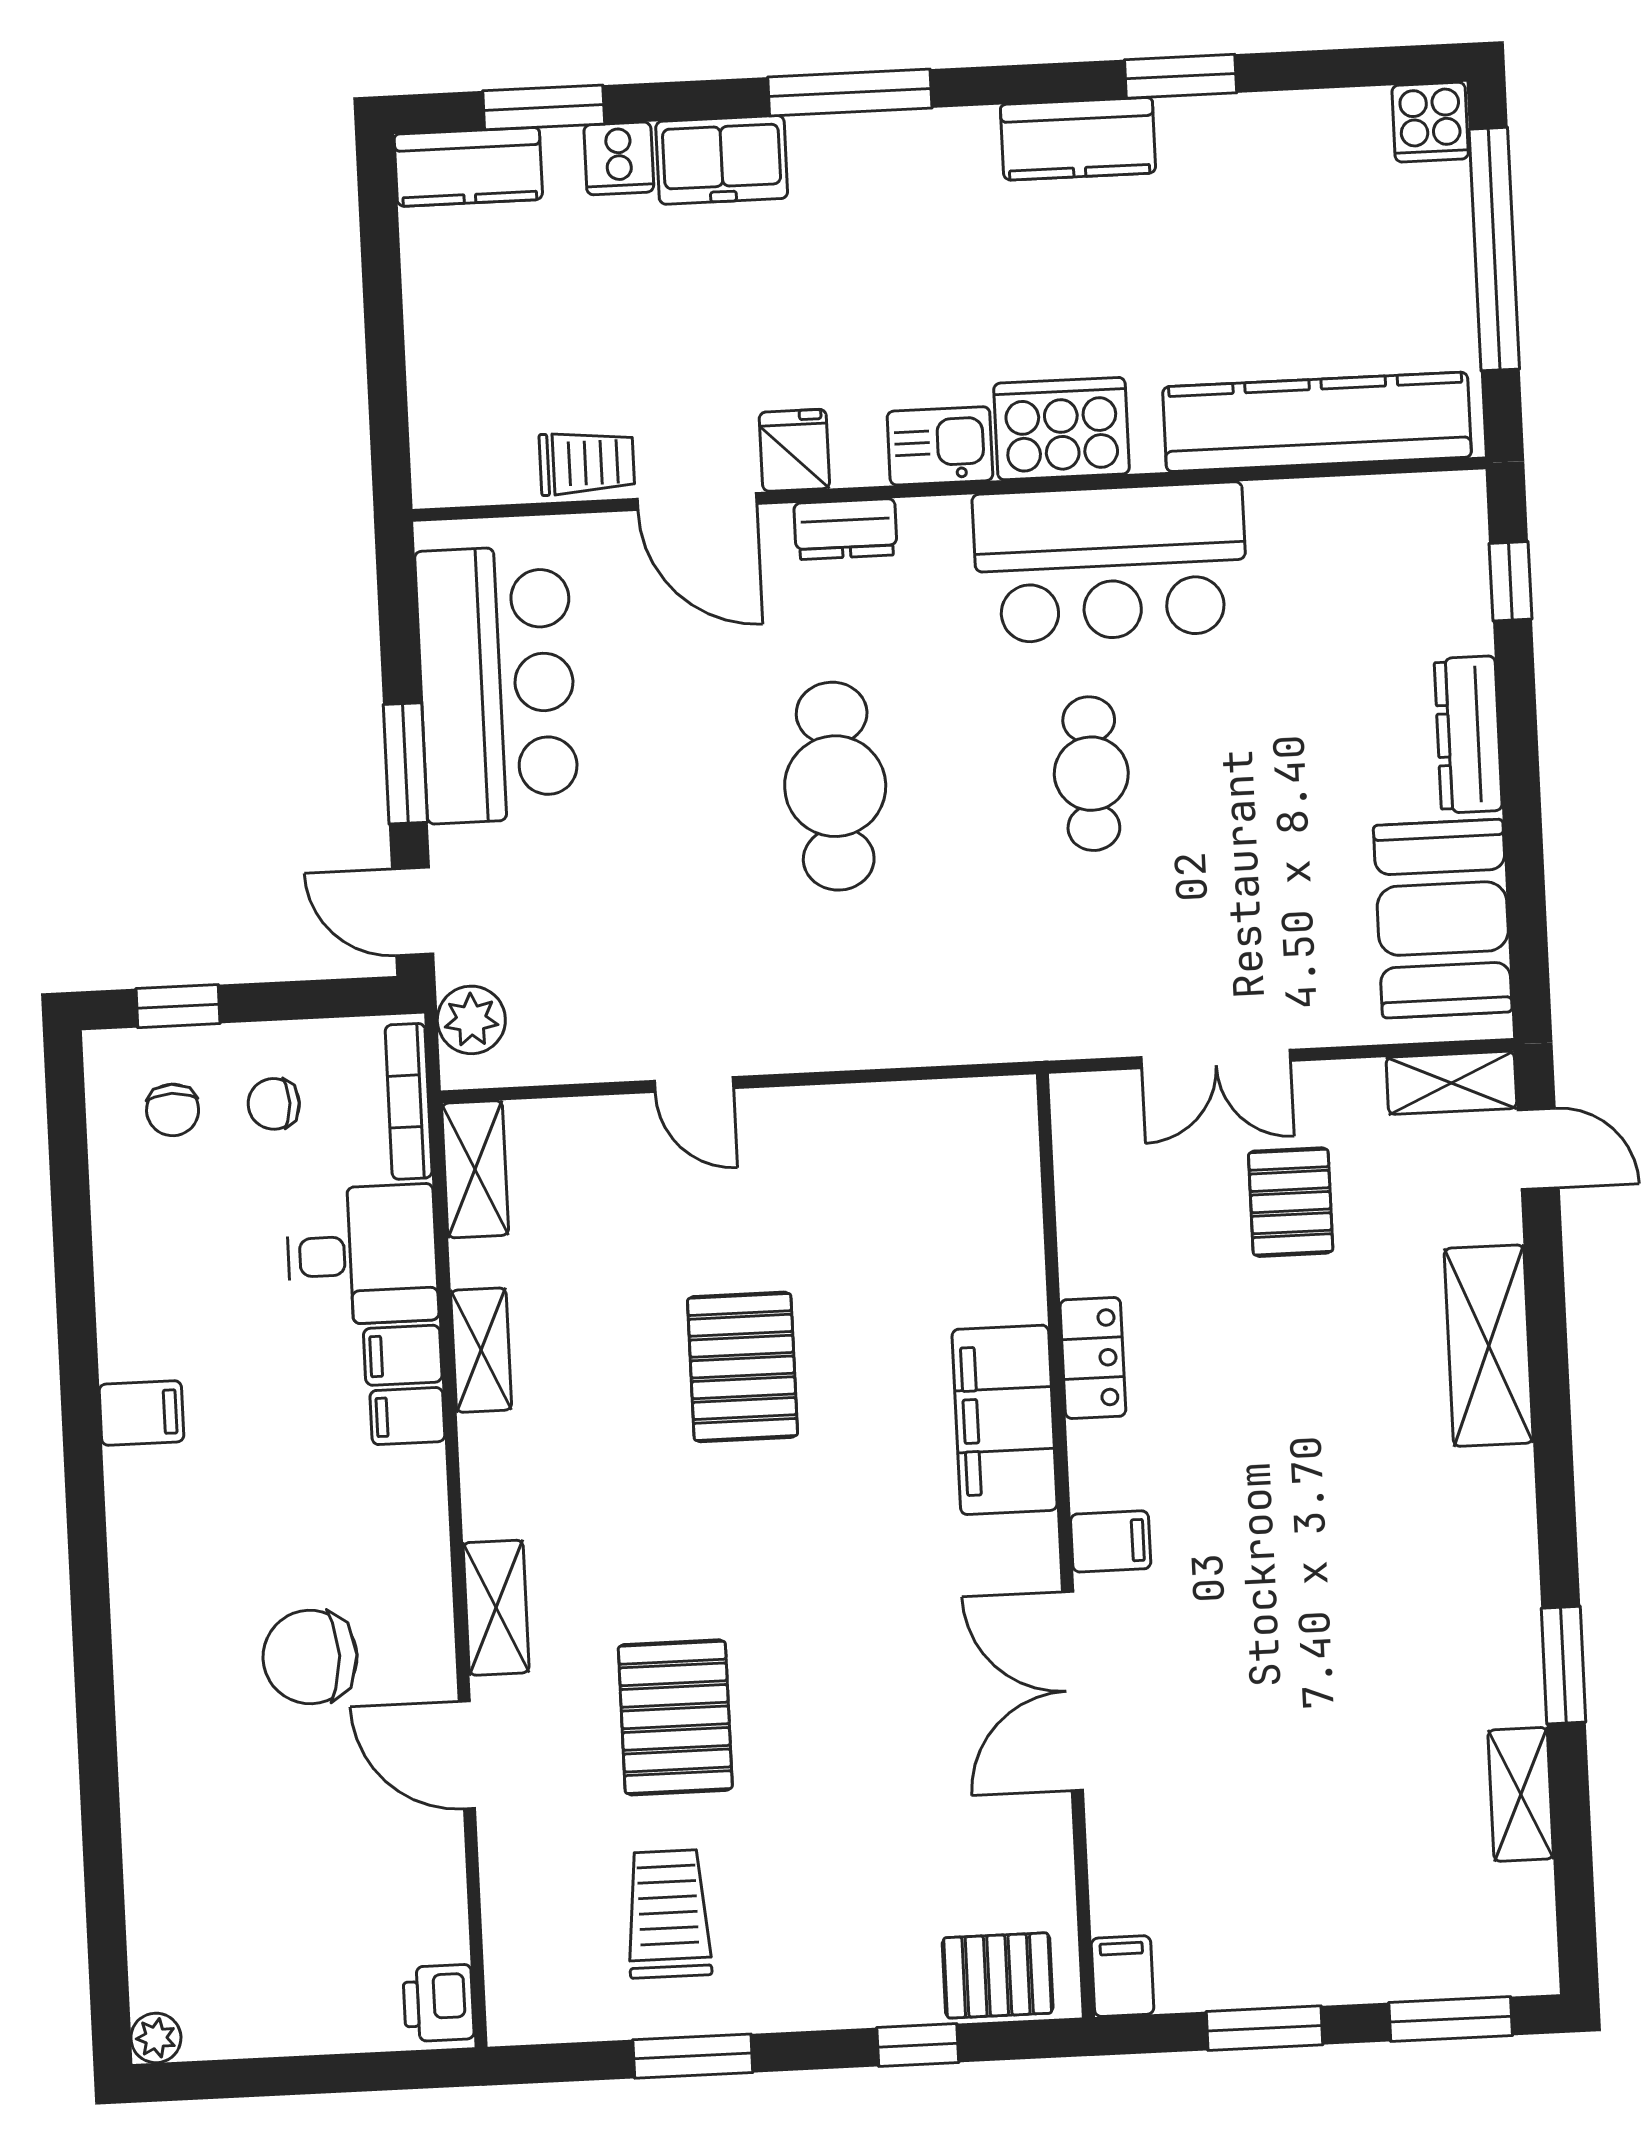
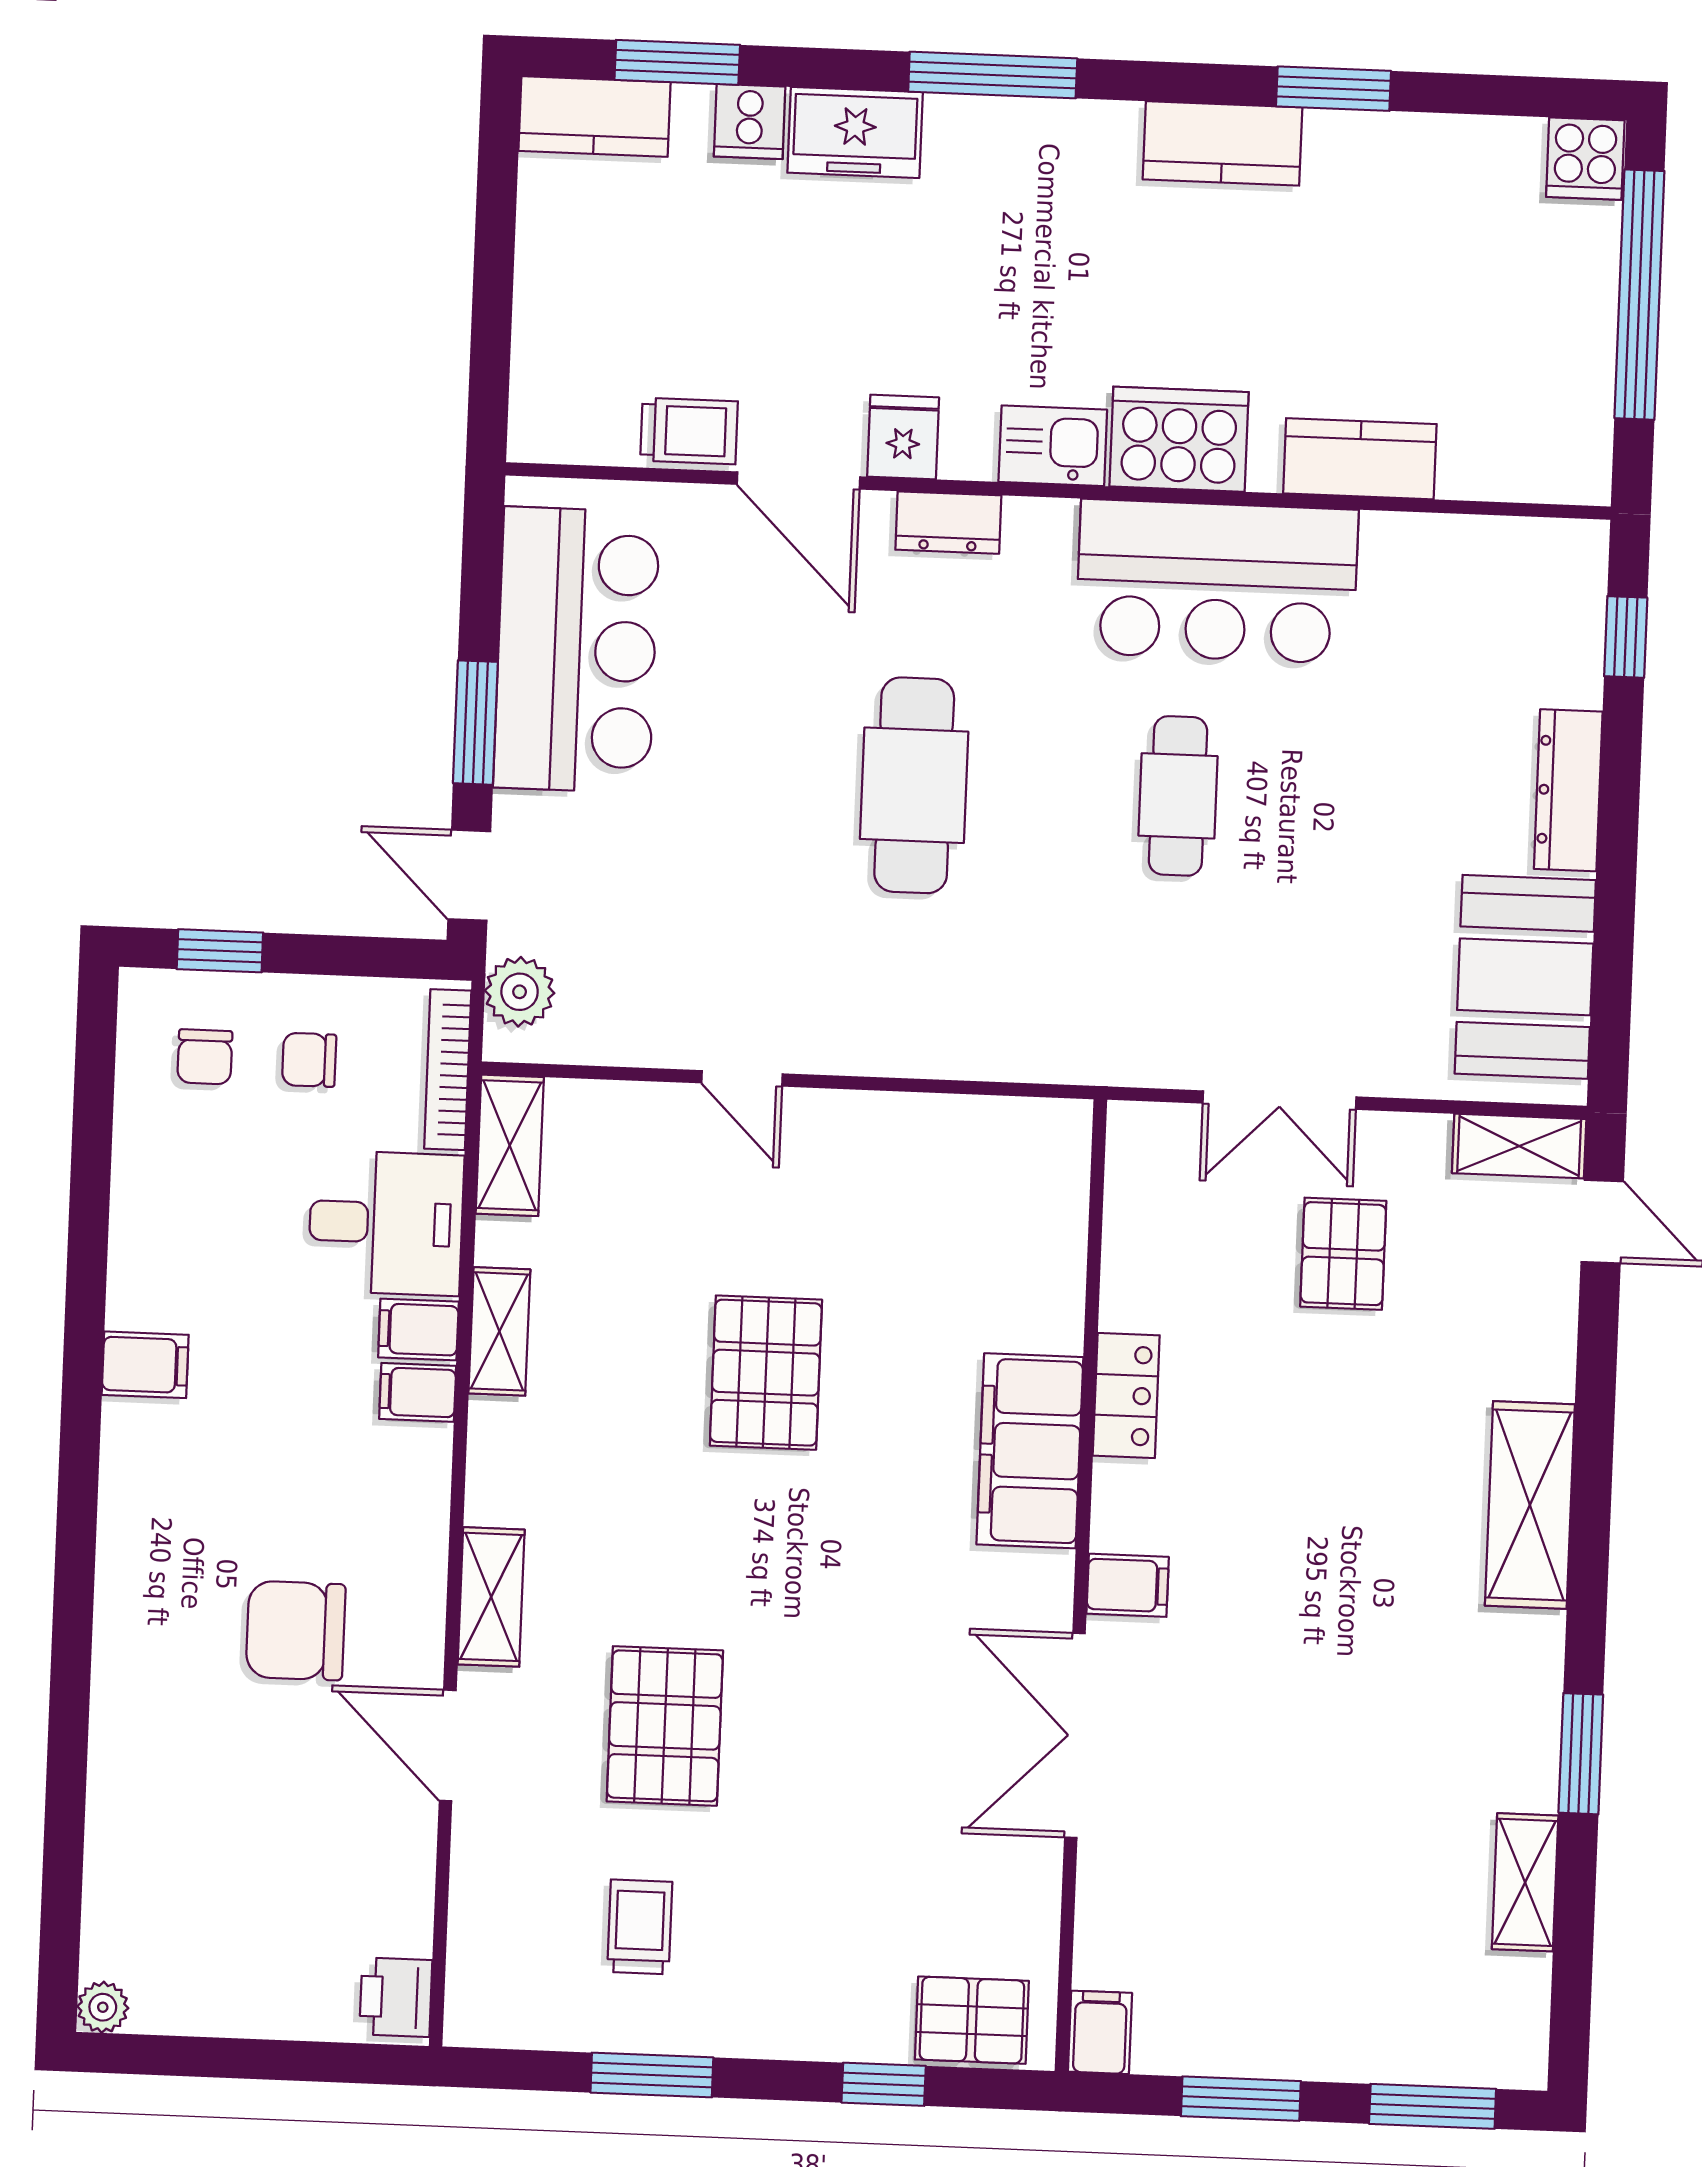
kitchen counter: (1317, 422) -> (1360, 459), width x0.48, depth x0.86
shelving: (1489, 1346) -> (1530, 1505), moved
trolley: (668, 1914) -> (640, 1927), width x0.73, depth x0.72

